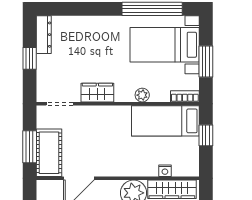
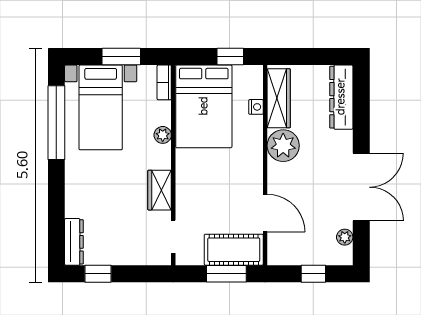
dresser: (44, 35) -> (74, 242), moved, turned 90
window: (30, 58) -> (98, 274), moved
bed: (165, 121) -> (204, 106), width x1.50
window: (206, 135) -> (230, 57), moved

